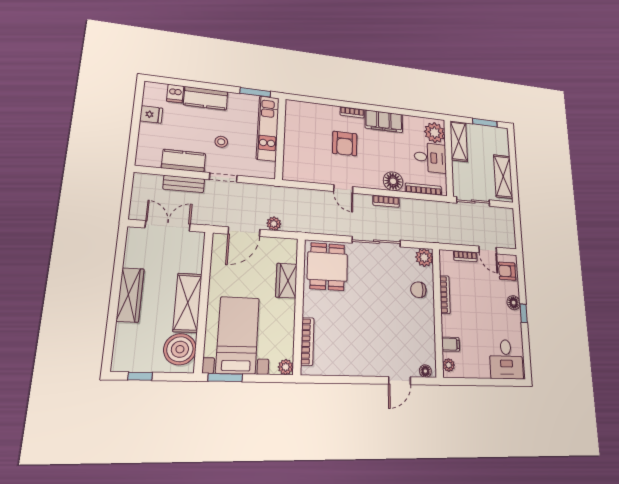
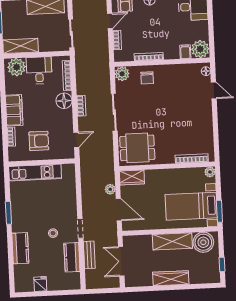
dishwasher: (175, 93) -> (21, 270), removed
kitchen unit: (268, 128) -> (35, 172), moved
wall: (280, 138) -> (42, 162), moved
wardrobe: (286, 281) -> (132, 177), moved
plant: (449, 365) -> (200, 49), width x1.87, depth x1.87

